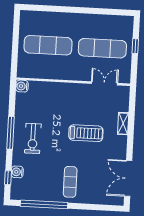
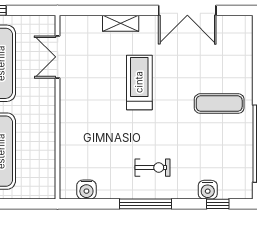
water cooler: (22, 86) -> (86, 190), moved
exercise bike: (33, 138) -> (152, 168), width x0.73, depth x0.72
double door: (128, 178) -> (187, 10), moved

